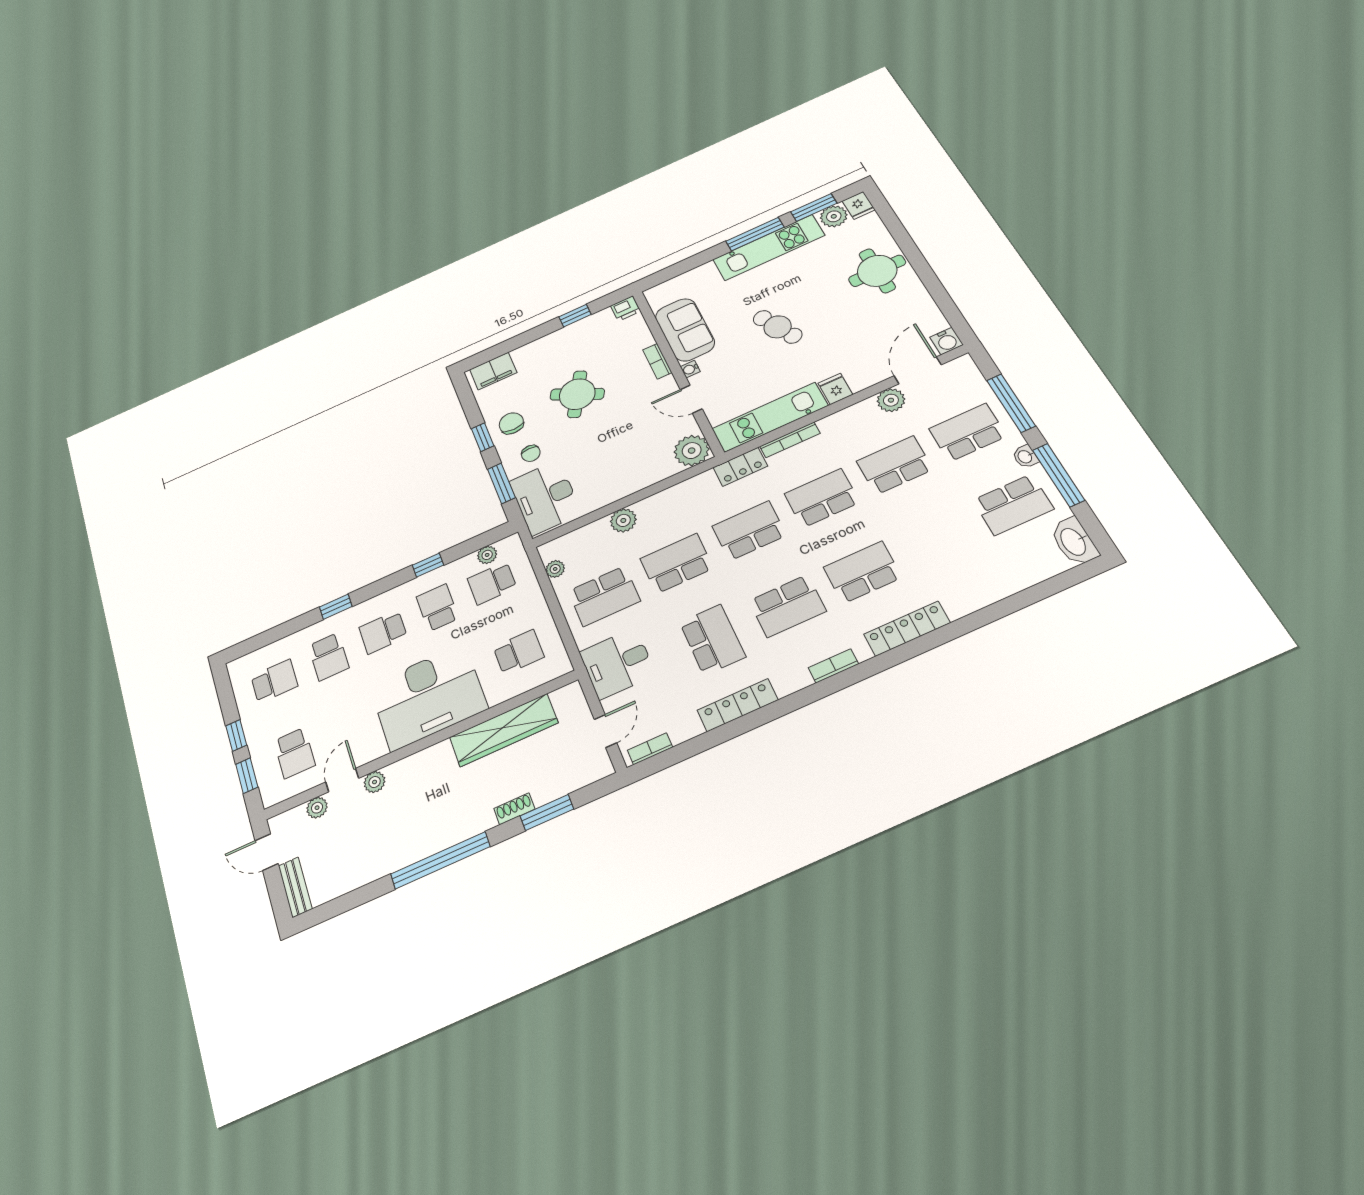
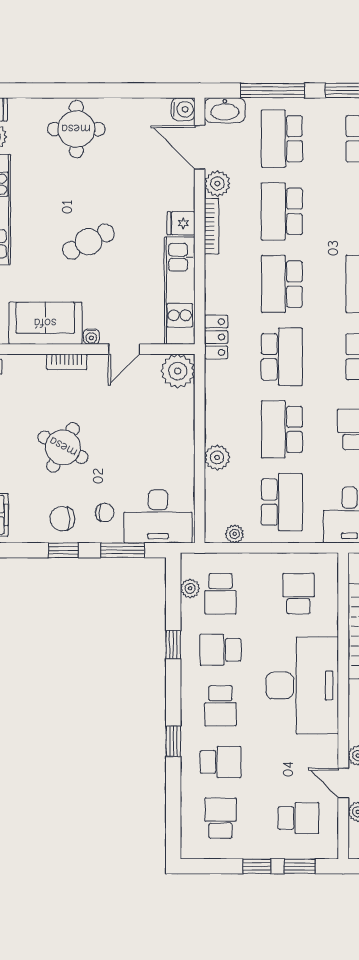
bookcase: (790, 440) -> (212, 226), moved
washbasin: (1025, 457) -> (225, 110), moved, width x1.91, depth x1.45
school desk: (749, 531) -> (282, 357), turned 180

